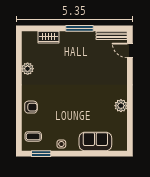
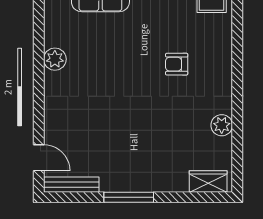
wardrobe: (48, 37) -> (208, 182), moved
armchair: (31, 107) -> (177, 64), moved

